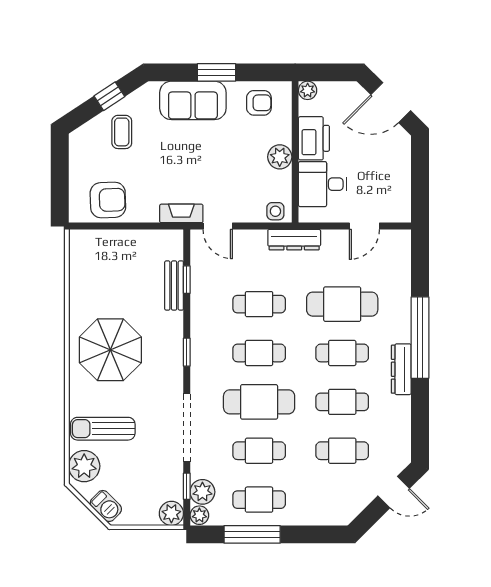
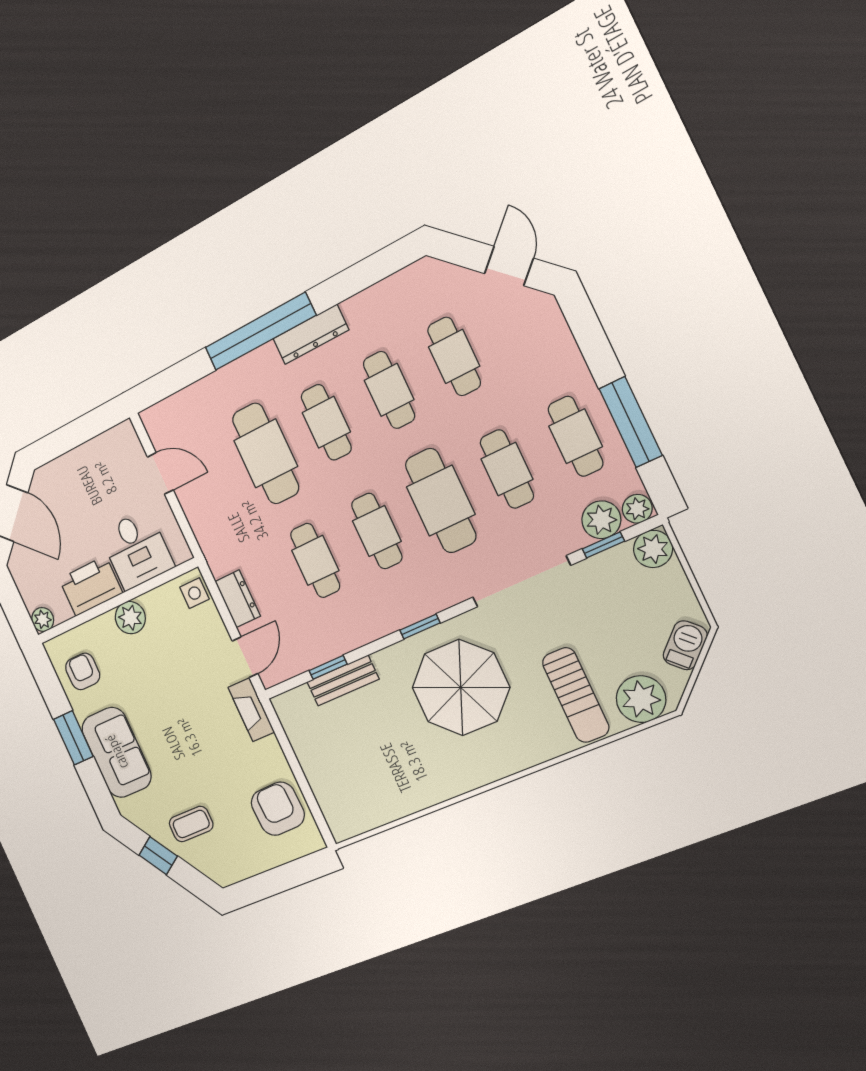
dresser: (294, 240) -> (238, 599), moved, width x0.70
parasol: (110, 350) -> (461, 687), moved
door: (394, 492) -> (509, 266), moved

